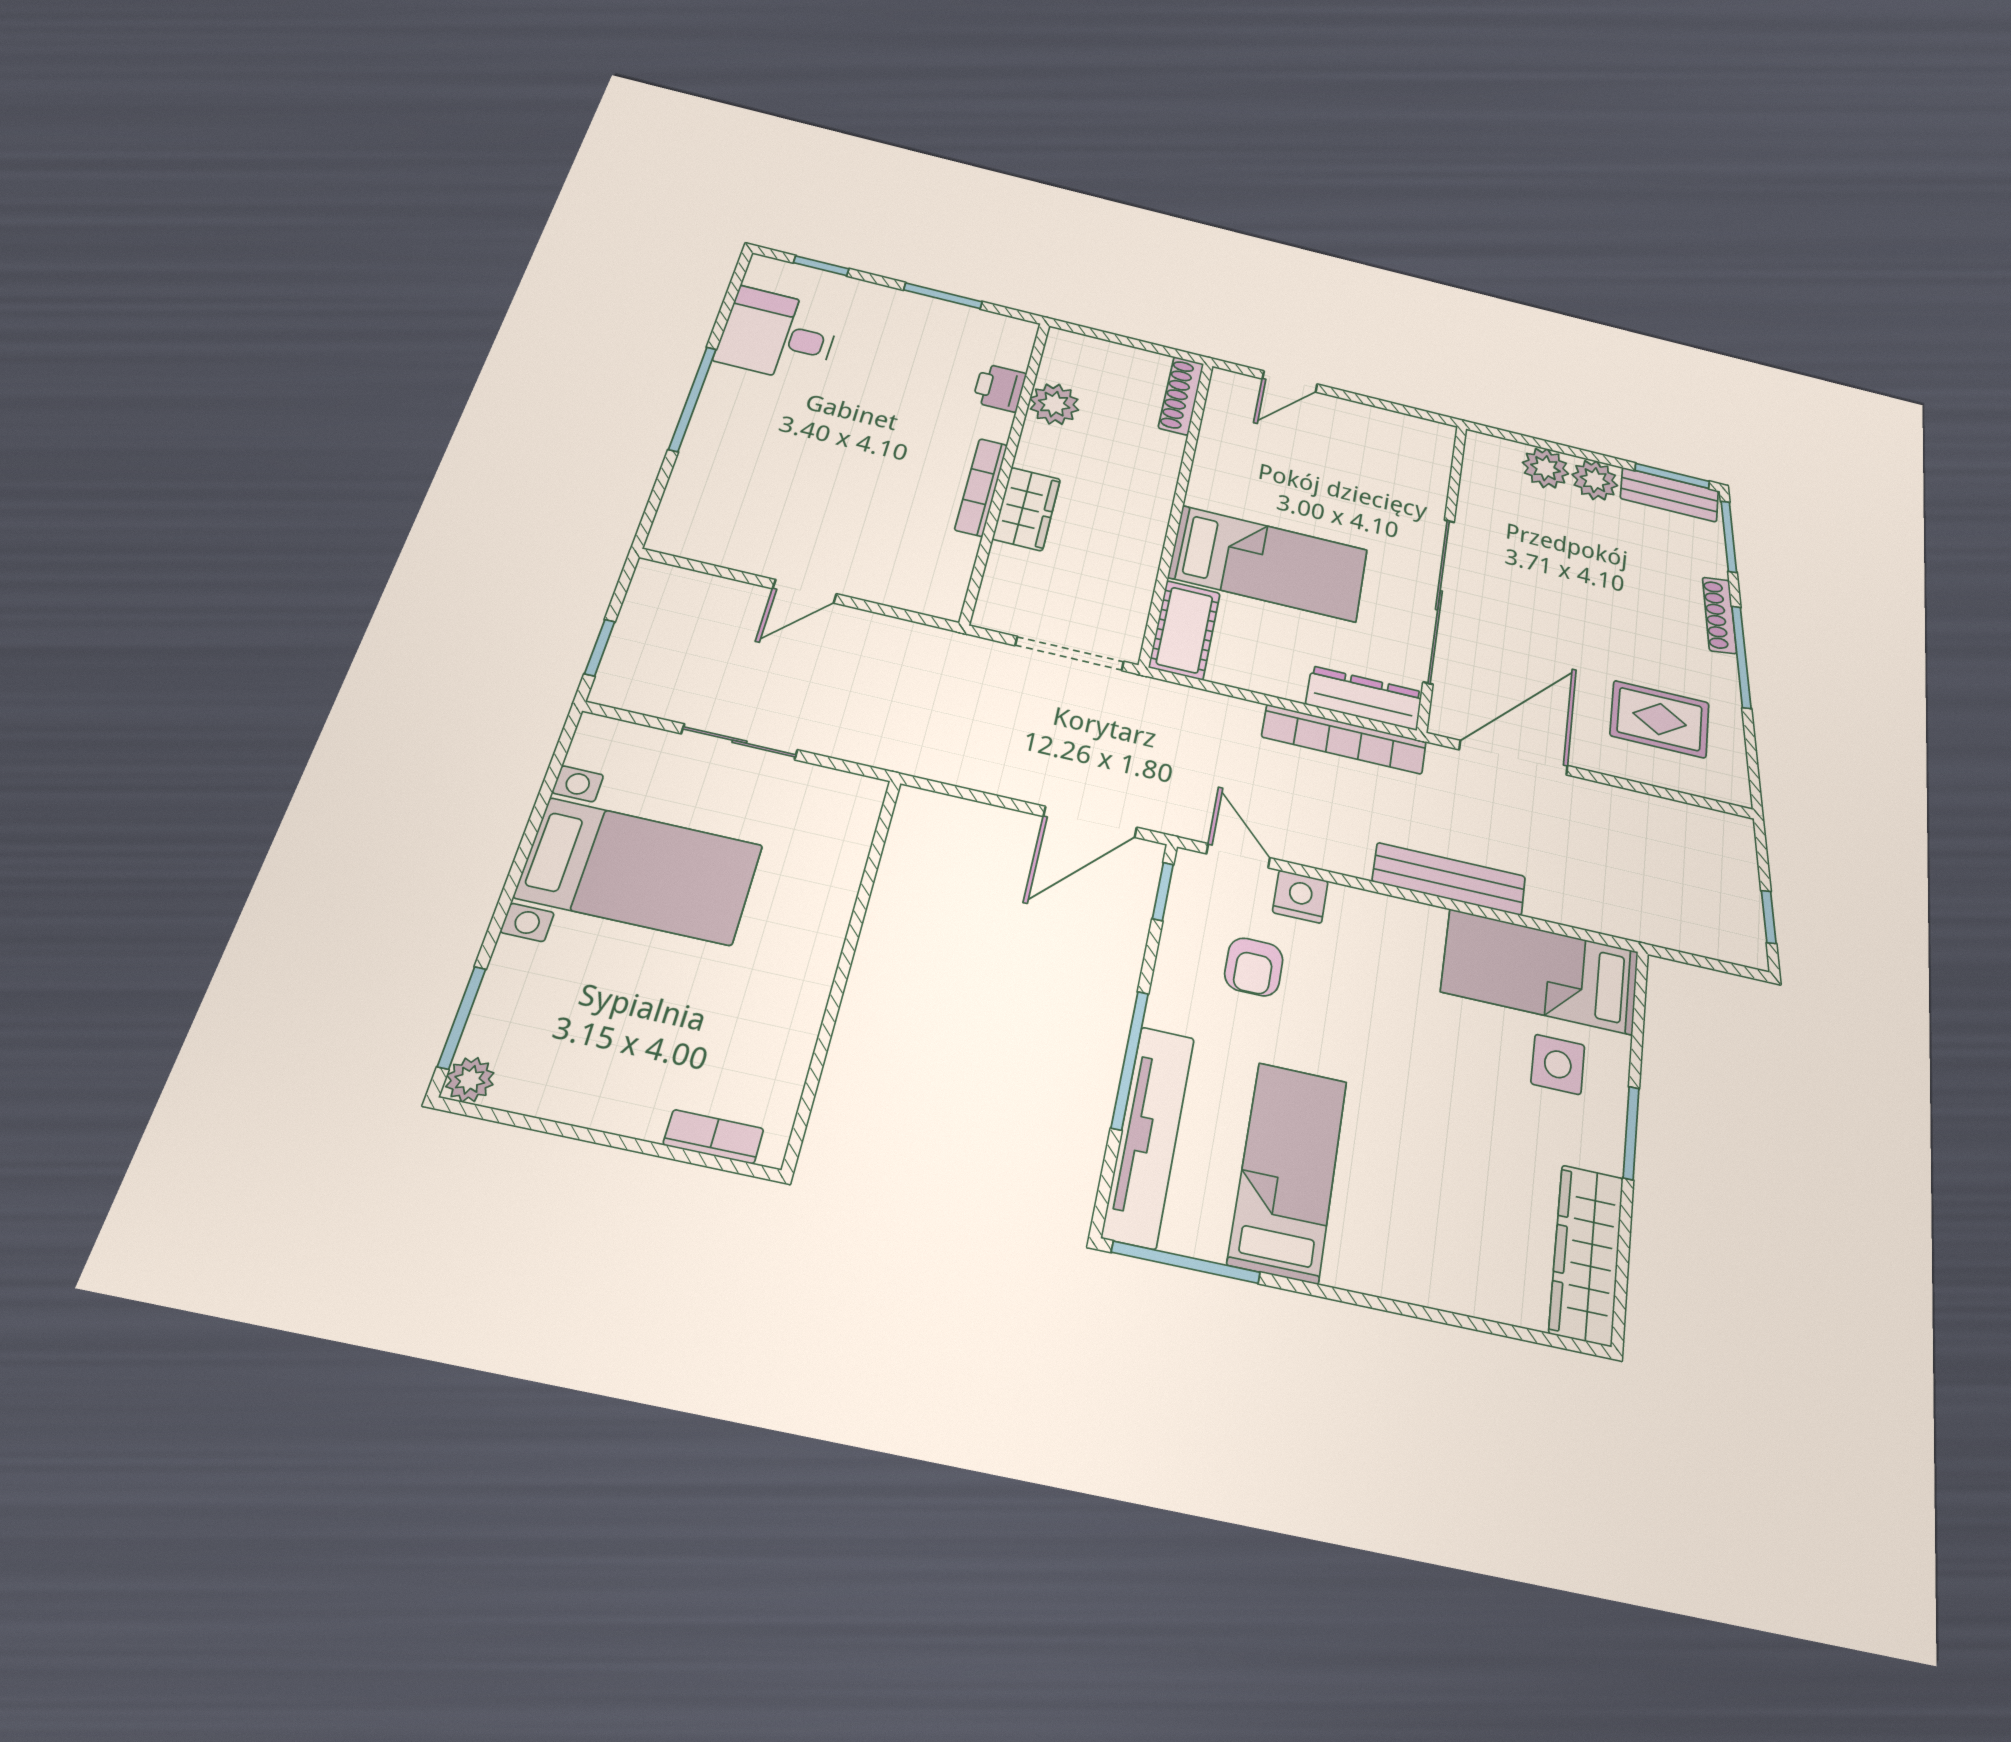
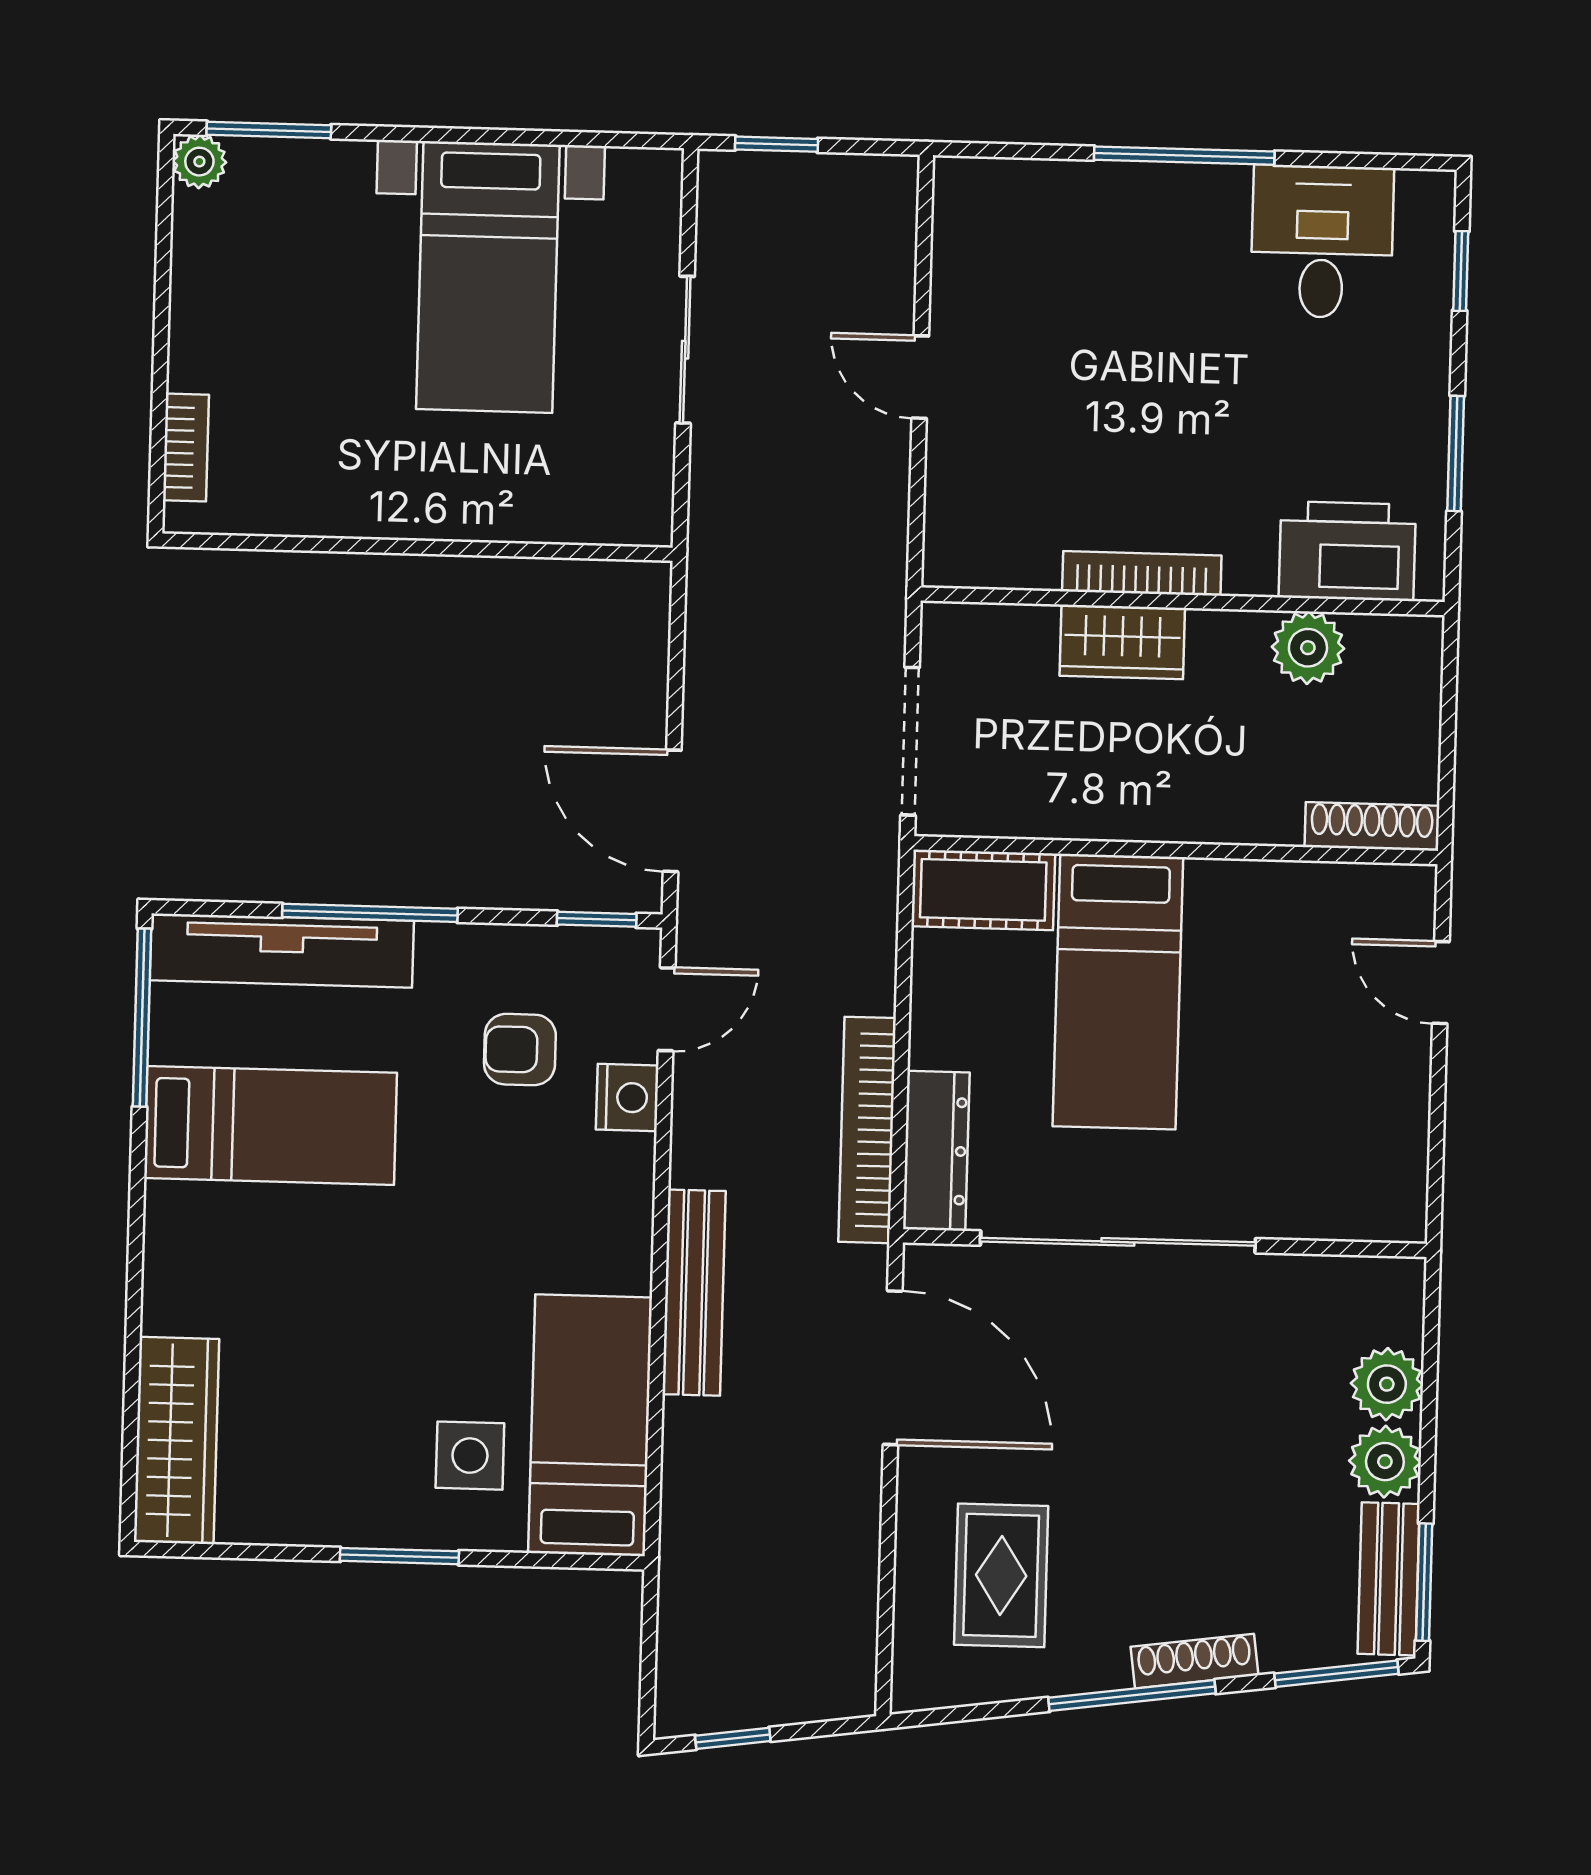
printer: (1000, 388) -> (1347, 551), width x1.87, depth x1.48
wardrobe: (1586, 1254) -> (177, 1440), moved, turned 90

